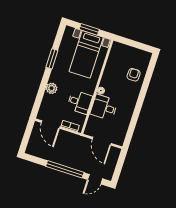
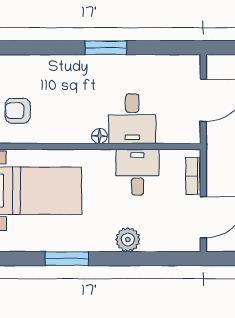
armchair: (134, 75) -> (18, 111), moved
window: (139, 106) -> (106, 48), added

